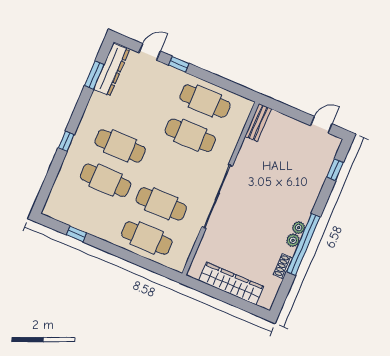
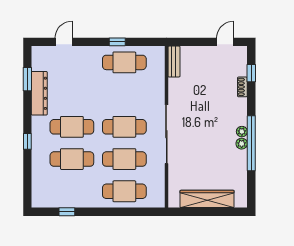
window: (179, 64) -> (117, 42), moved
dresser: (112, 69) -> (39, 93), moved
cafe table: (190, 135) -> (124, 127), moved
shoe rack: (283, 266) -> (242, 87), moved

